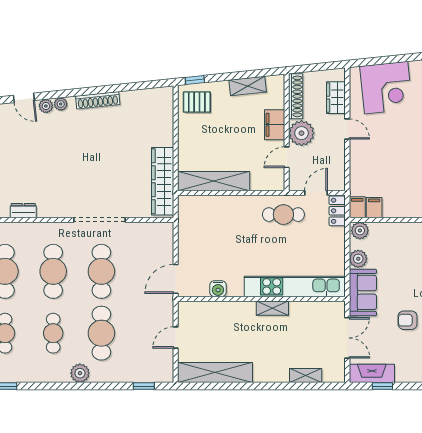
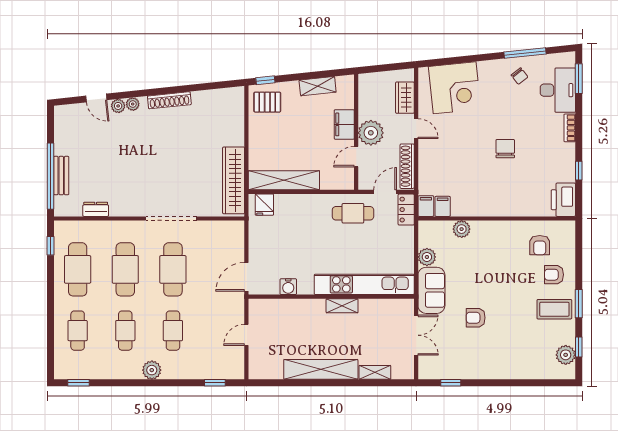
shoe rack: (296, 96) -> (407, 166), moved, turned 180
fridge: (194, 206) -> (264, 205), added
plant: (360, 231) -> (462, 229), moved
cafe table: (101, 333) -> (173, 331), width x0.73, depth x0.74
shelving: (215, 372) -> (321, 369), moved
fireplace: (372, 373) -> (440, 370), removed

